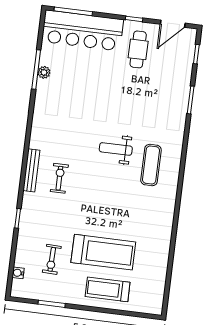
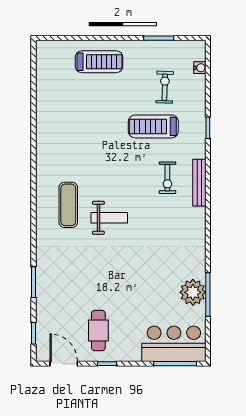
door: (173, 24) -> (64, 364), hinge flipped
bar counter: (83, 30) -> (174, 344), width x0.73
plant: (44, 72) -> (193, 292), width x1.87, depth x1.87
treadmill: (103, 252) -> (153, 126), moved, width x0.73, depth x0.73

